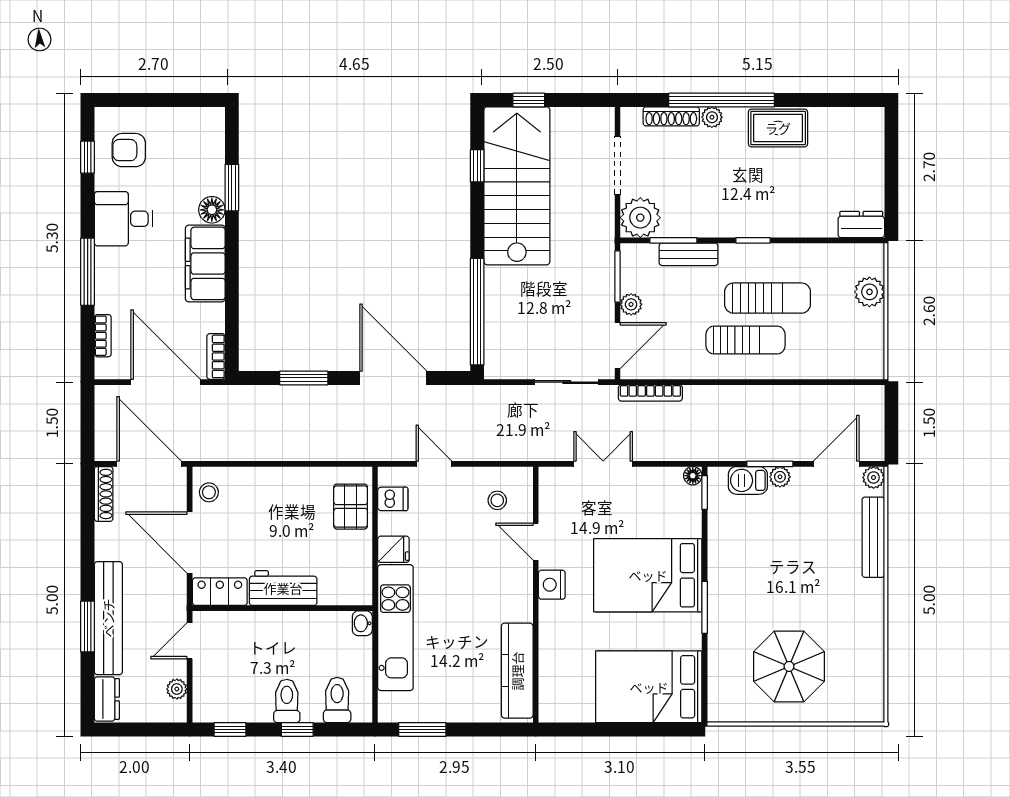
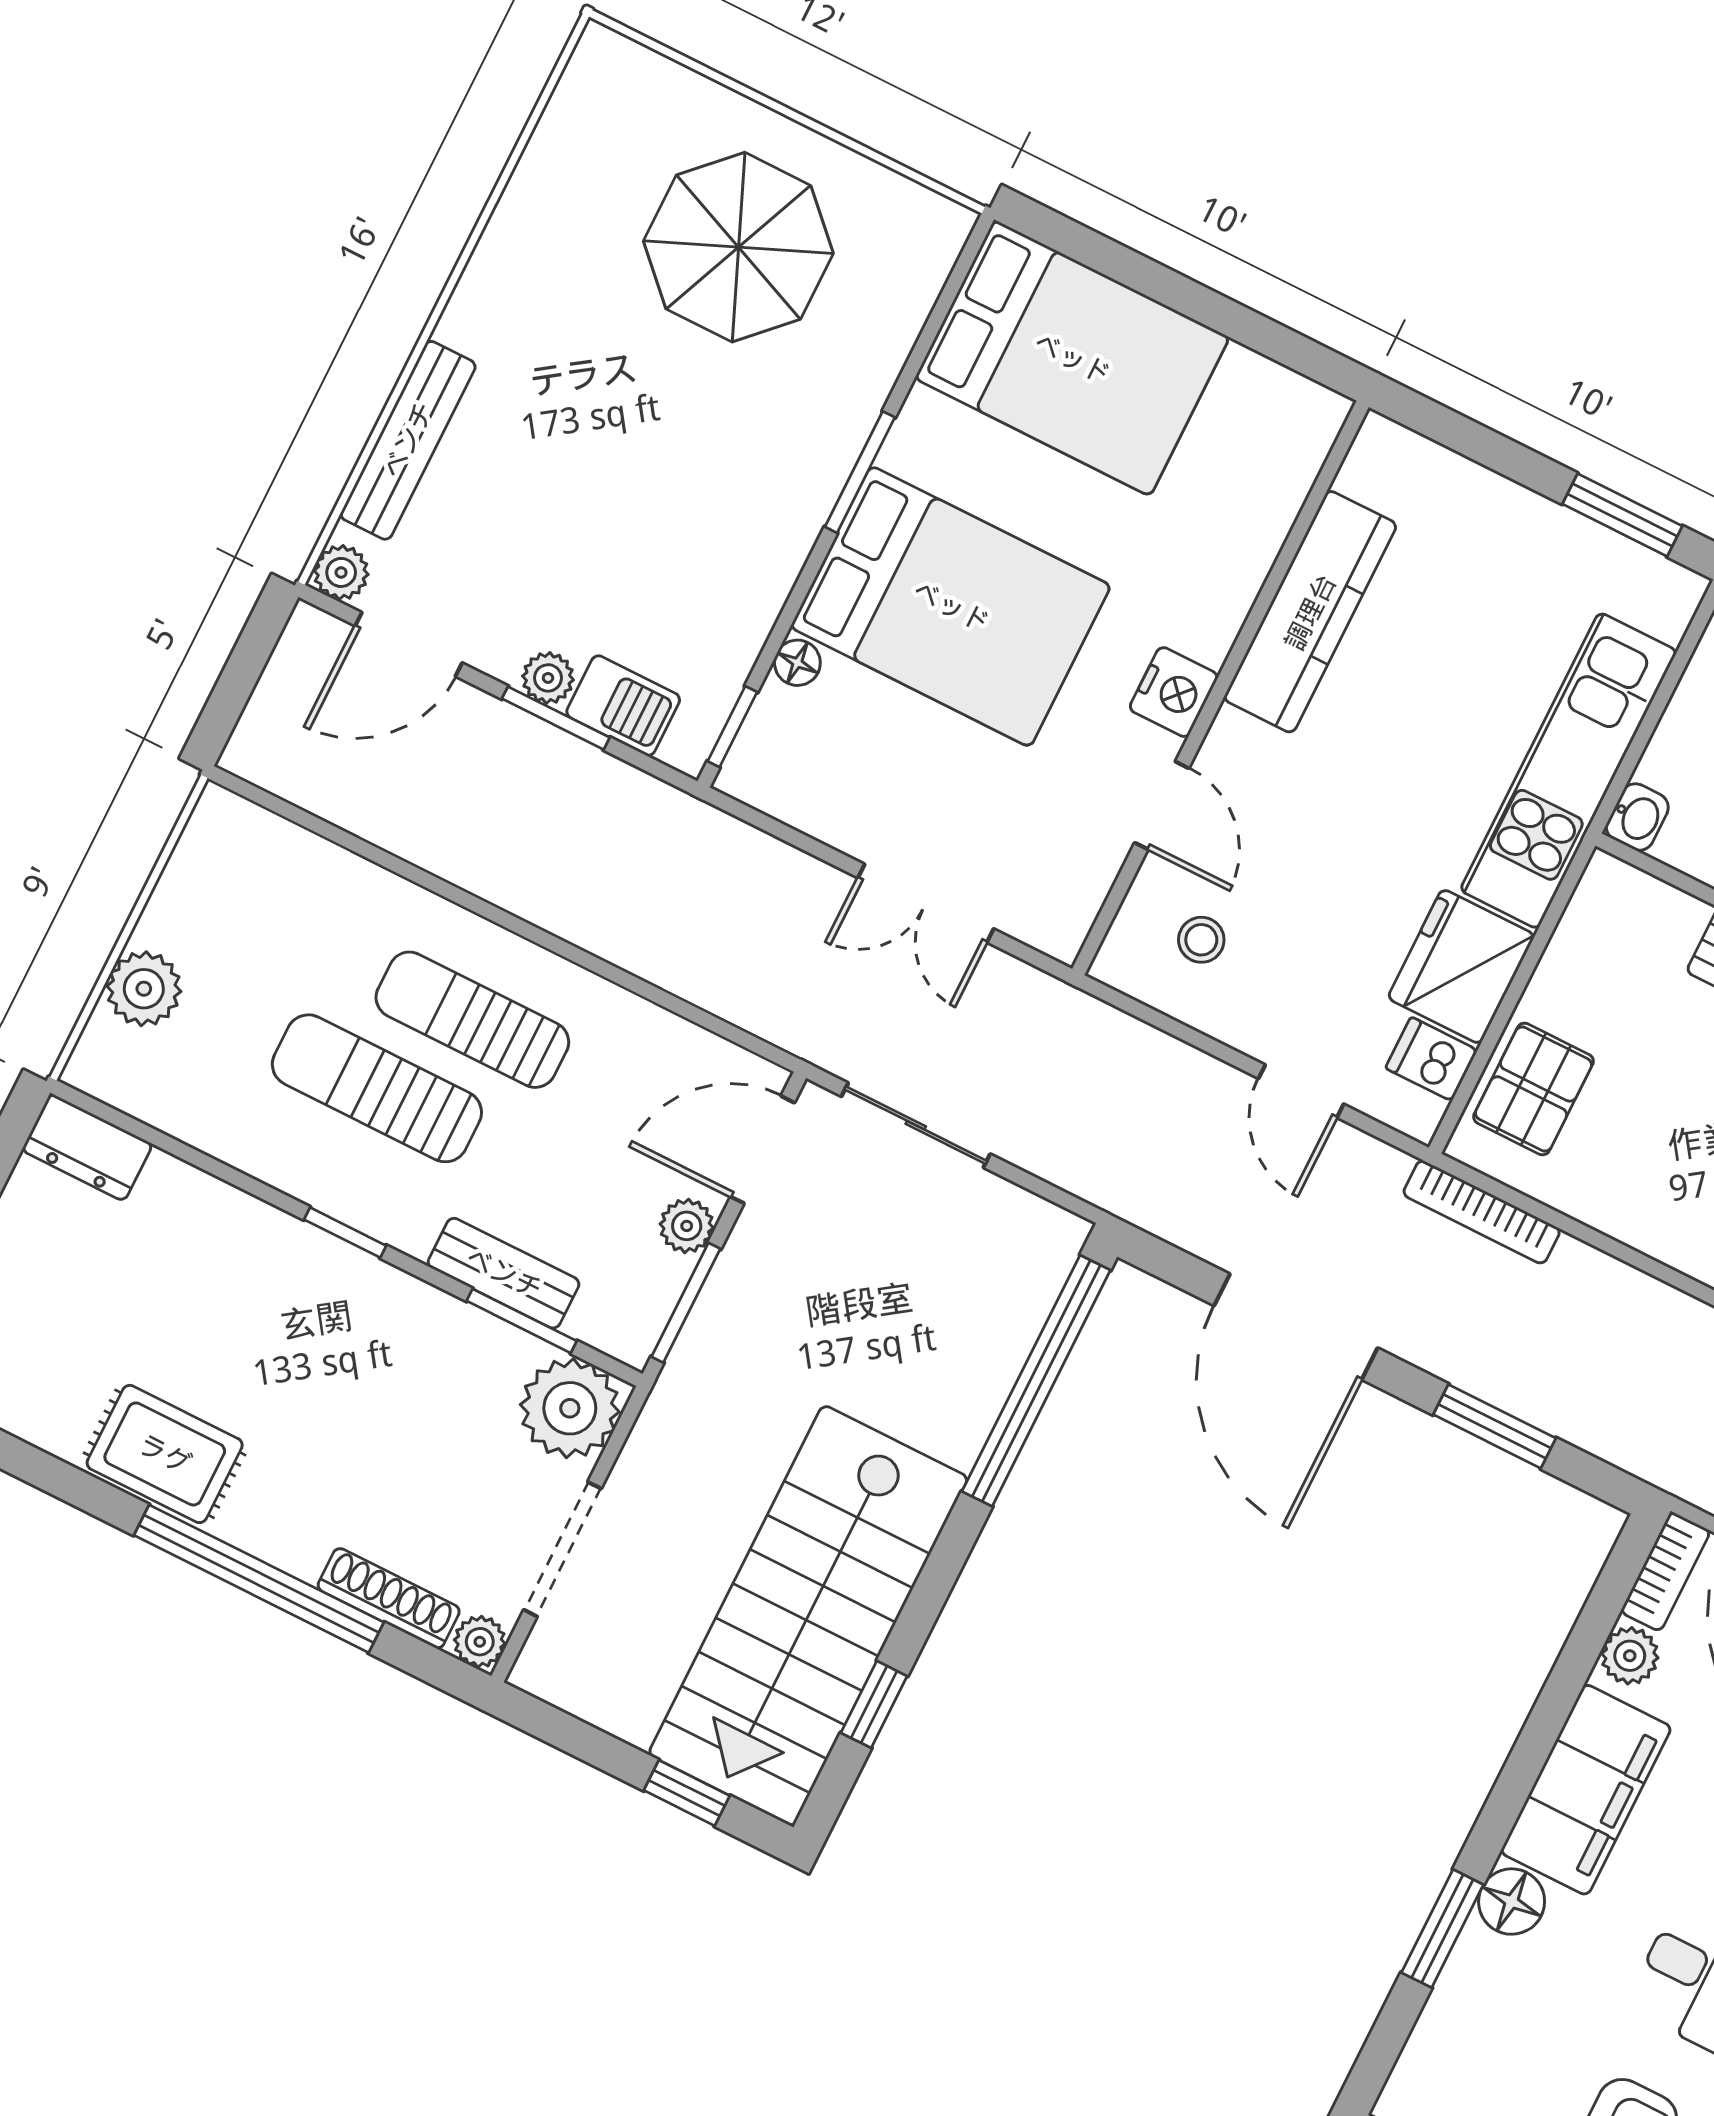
plant: (712, 117) -> (480, 1642), moved
plant: (214, 320) -> (1630, 1656), added
bookcase: (650, 393) -> (1482, 1212), moved, turned 180
floor lamp: (693, 476) -> (797, 663), moved
fridge: (393, 549) -> (1461, 966), width x1.88, depth x1.34
kitchen counter: (517, 671) -> (1310, 612), moved

